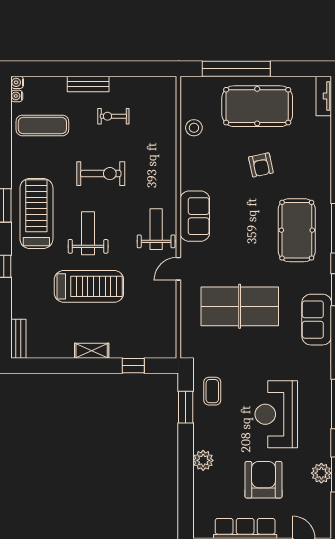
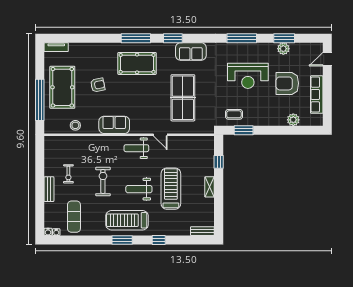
sofa: (195, 216) -> (114, 125), moved
plant: (203, 460) -> (293, 120), moved

